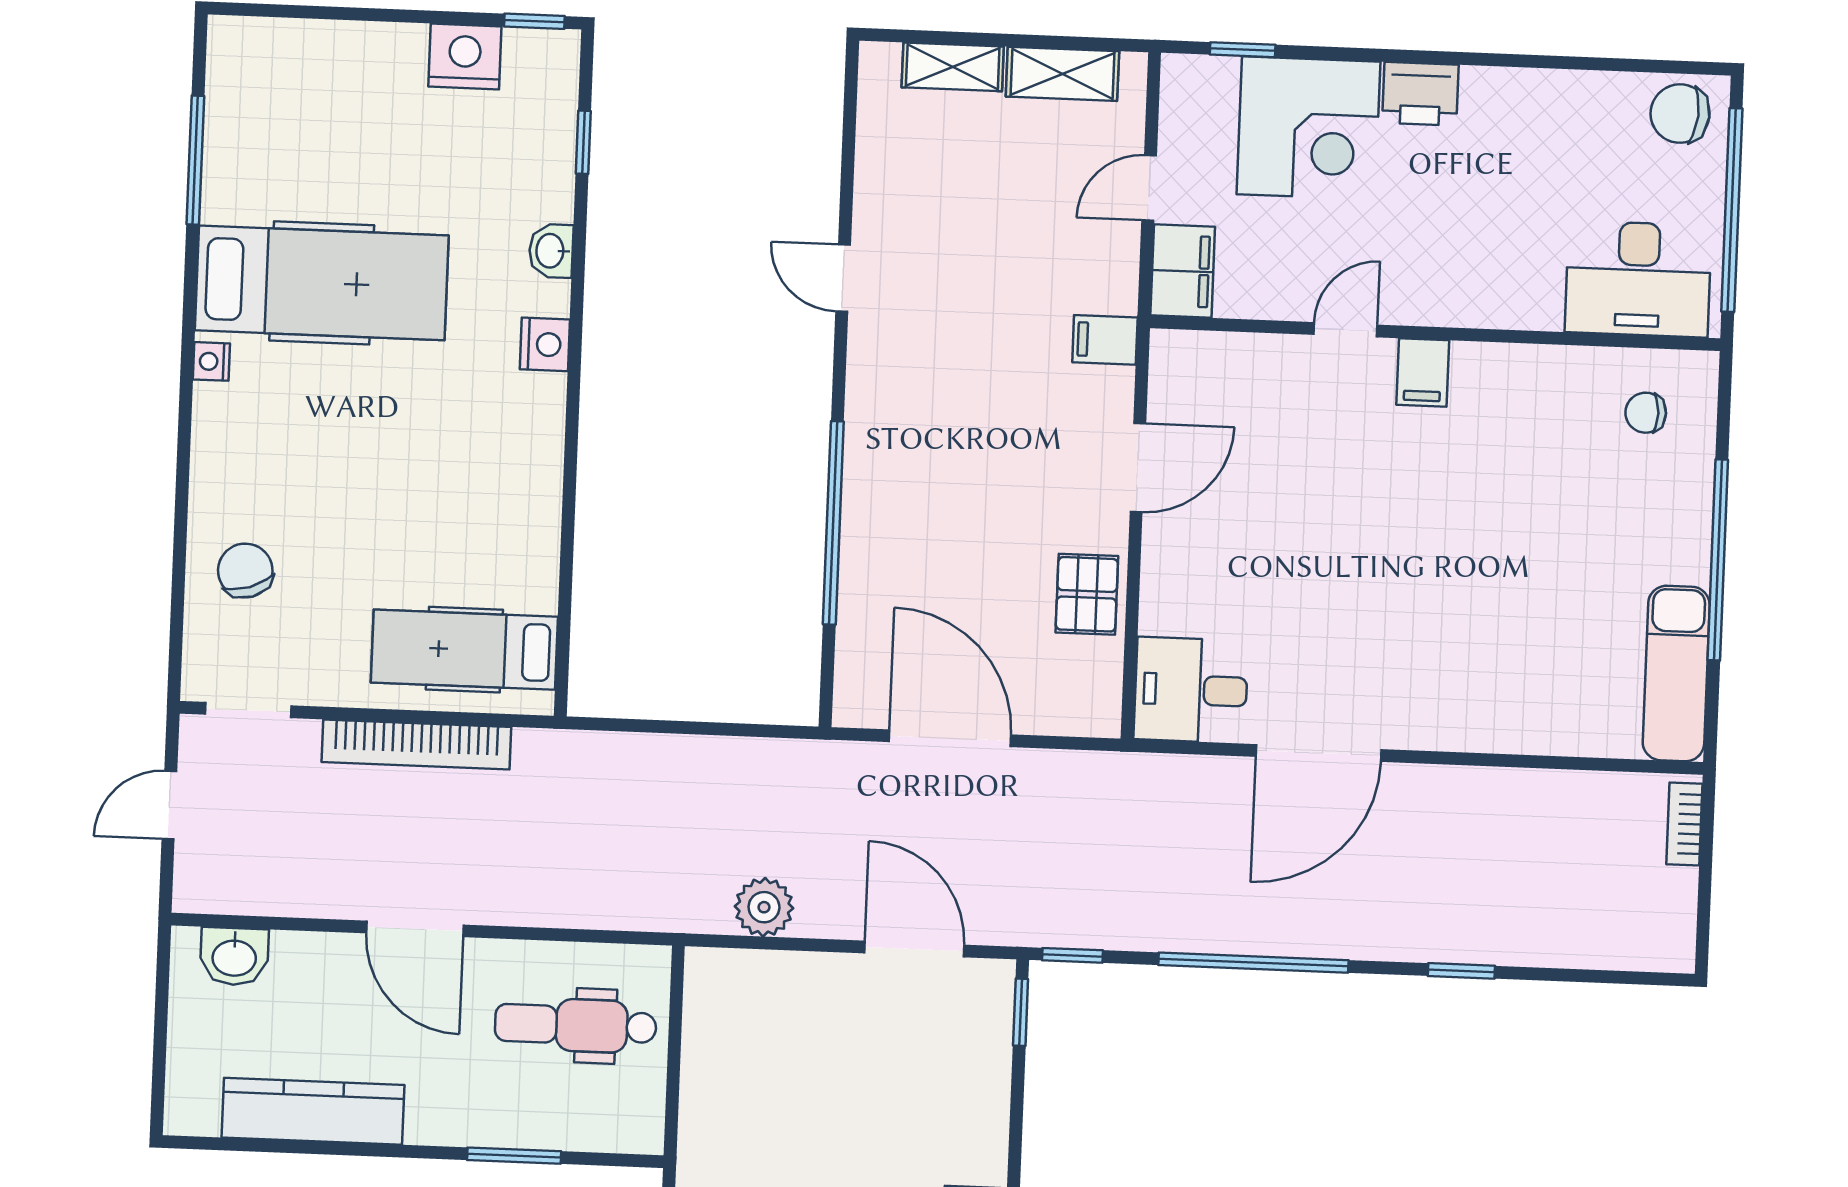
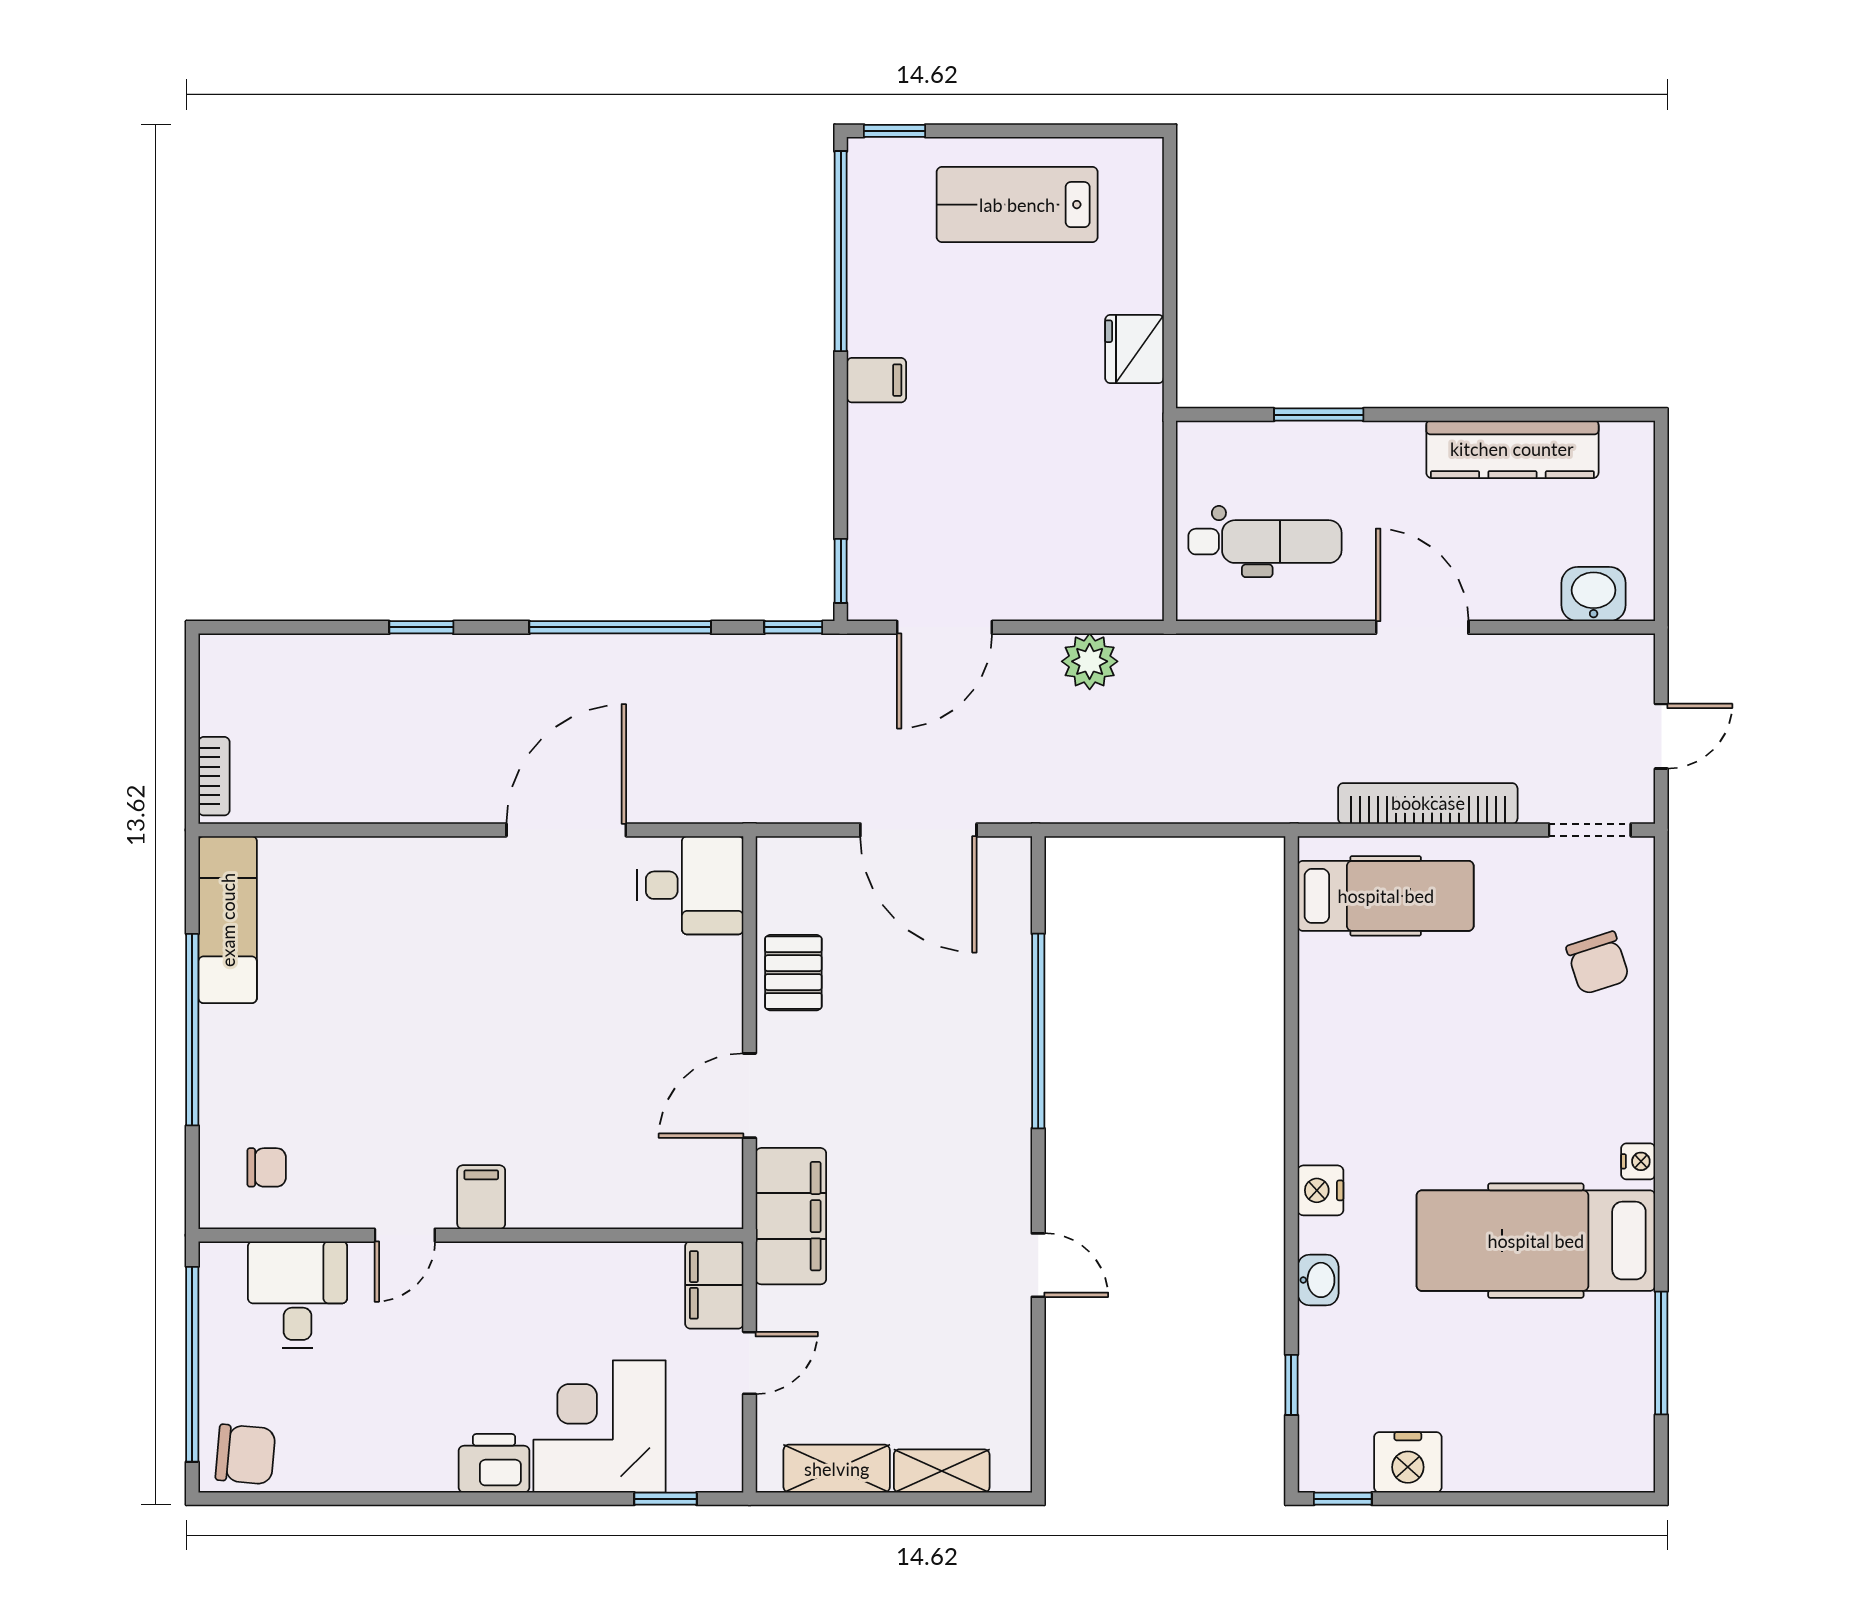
desk: (1638, 279) -> (298, 1295), width x0.73
door: (1346, 330) -> (405, 1235), moved
filing cabinet: (1105, 340) -> (791, 1216), width x3.00, depth x1.17
door: (914, 949) -> (944, 627), hinge flipped

